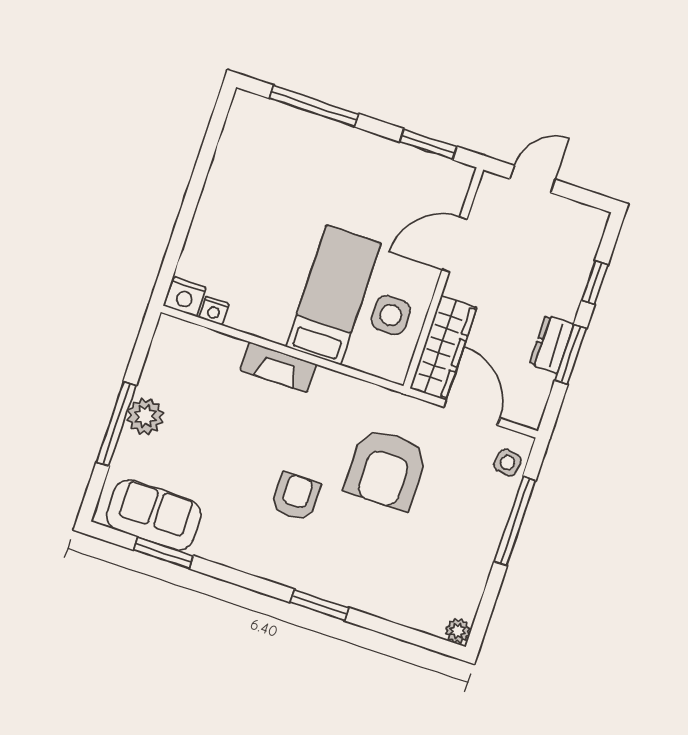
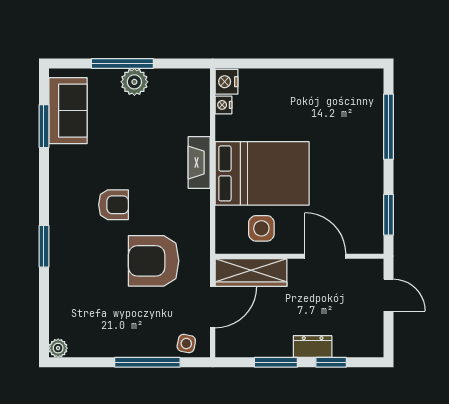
bed: (333, 295) -> (262, 173), width x1.50
dresser: (552, 344) -> (313, 347), moved

